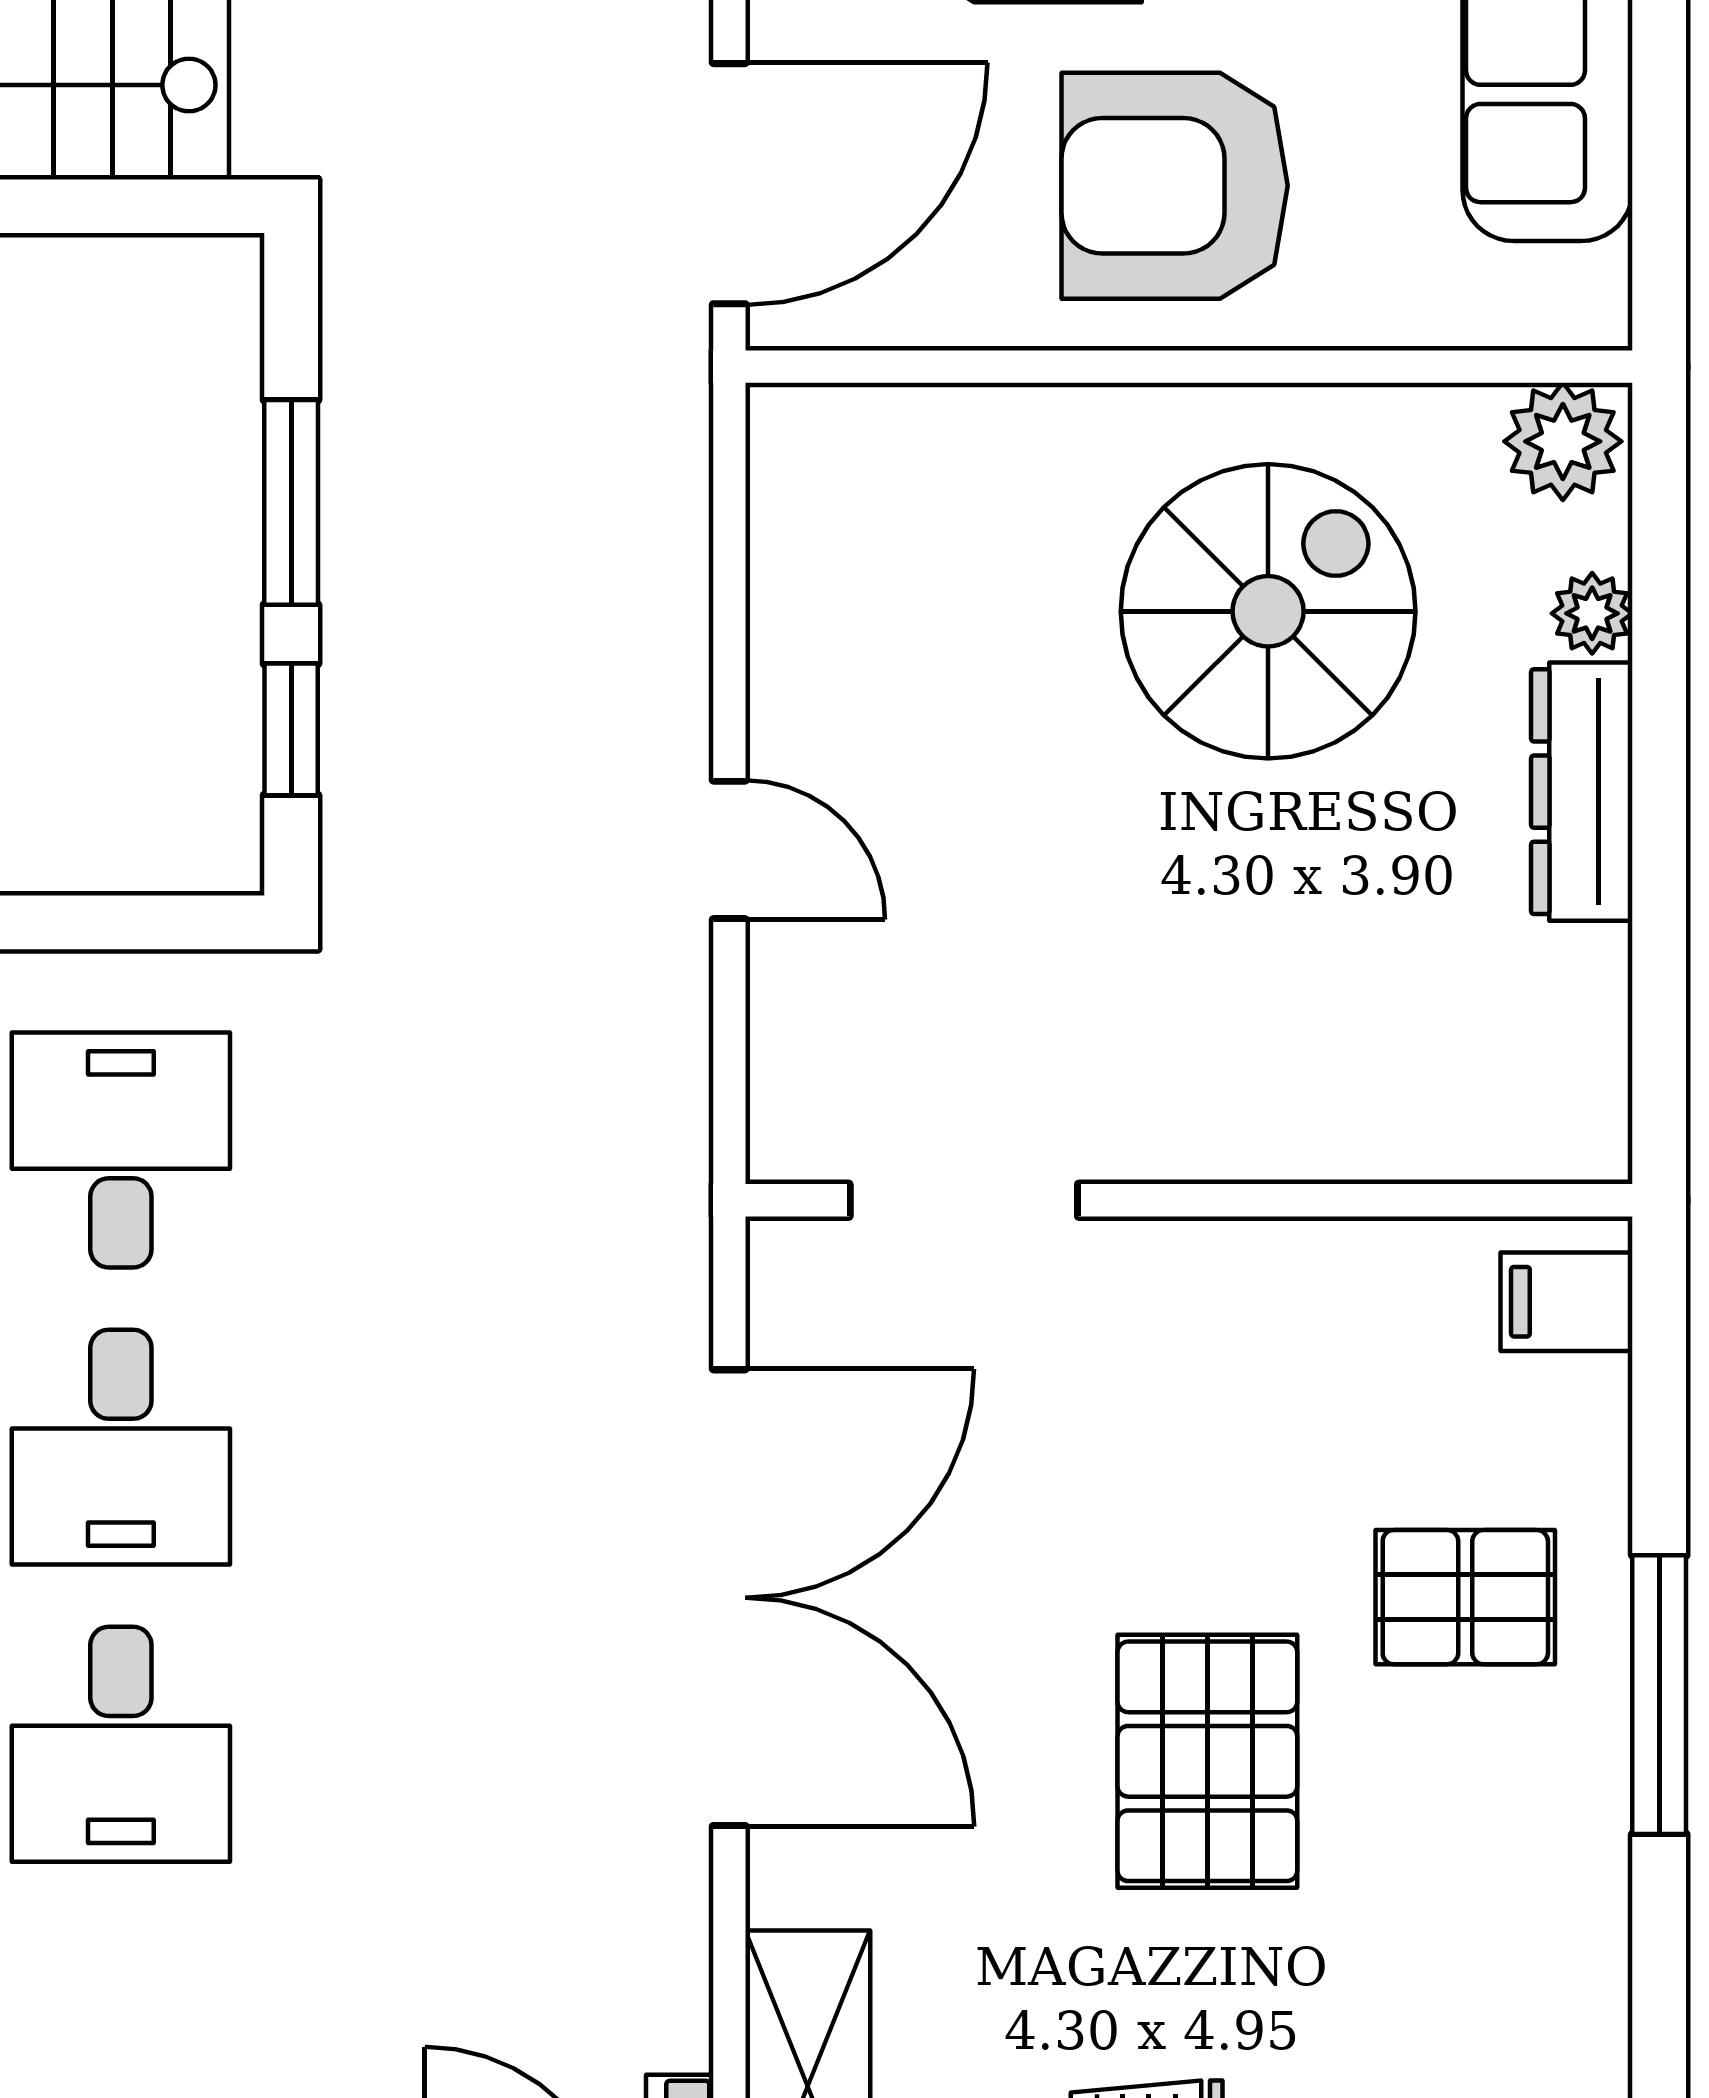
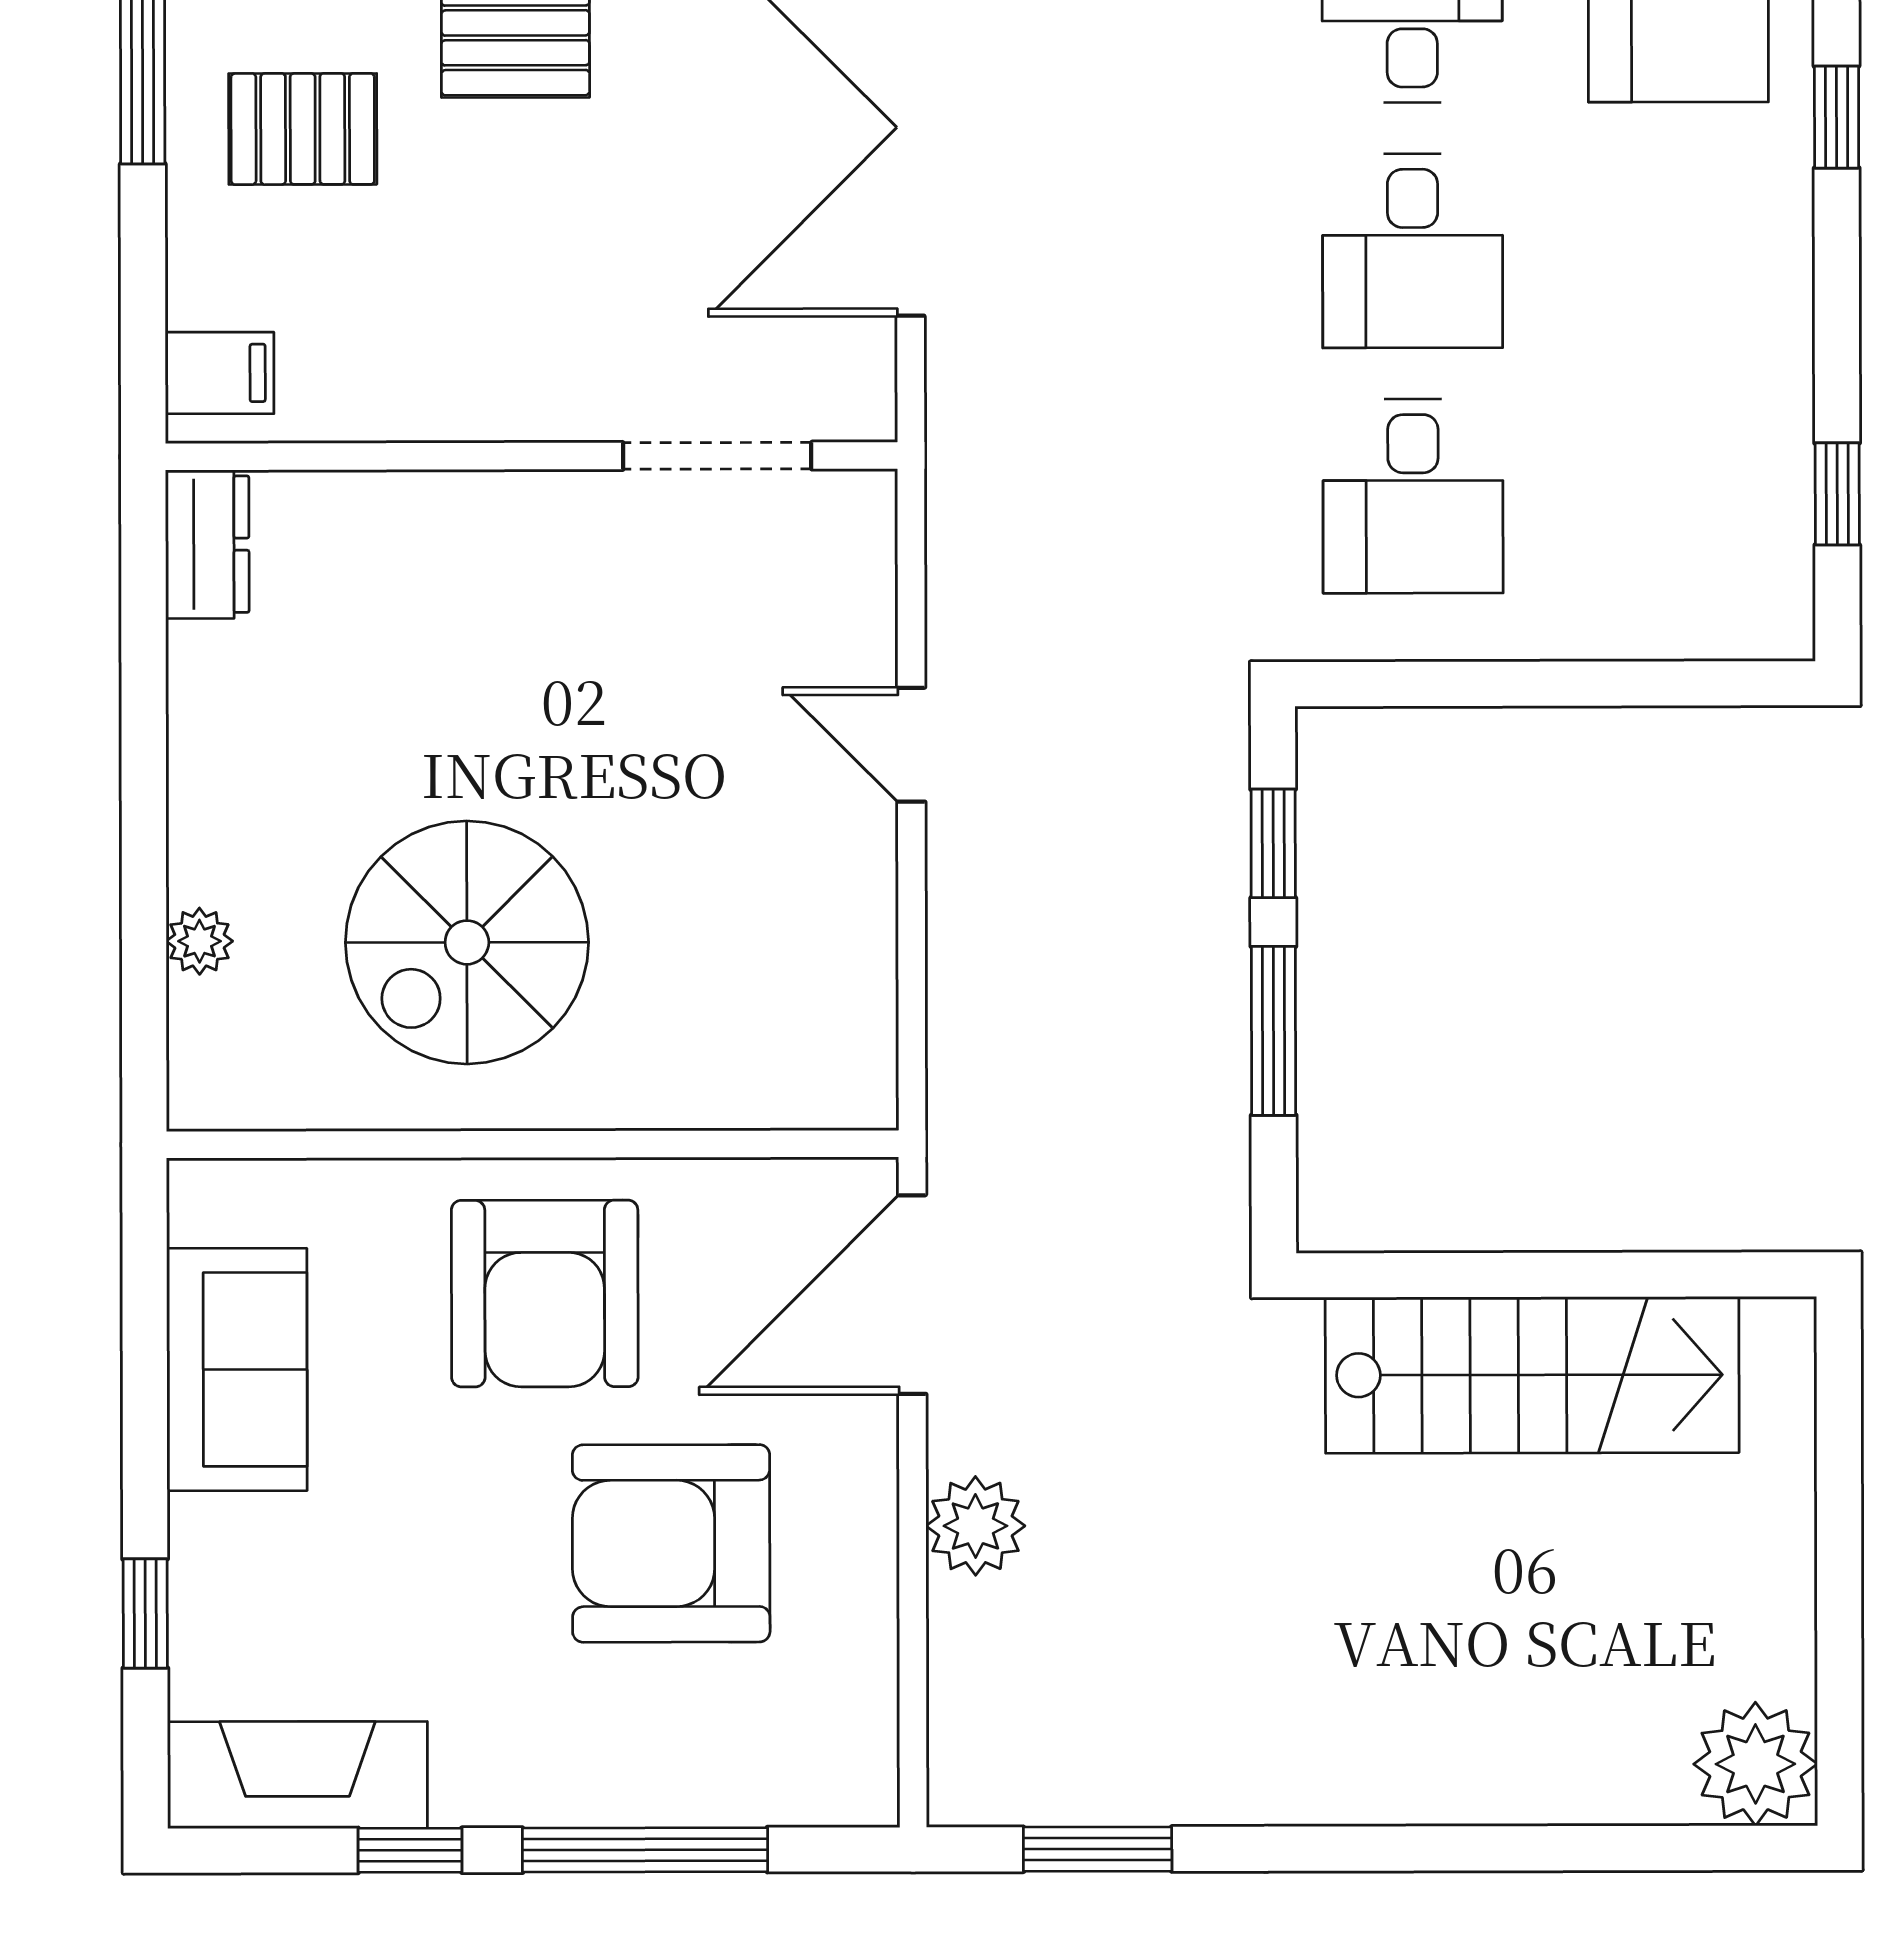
armchair: (1175, 186) -> (545, 1294), turned 90
plant: (1563, 441) -> (224, 1083), removed
dresser: (1582, 792) -> (207, 544), moved, width x0.70
desk: (121, 1447) -> (1413, 251), turned 180

